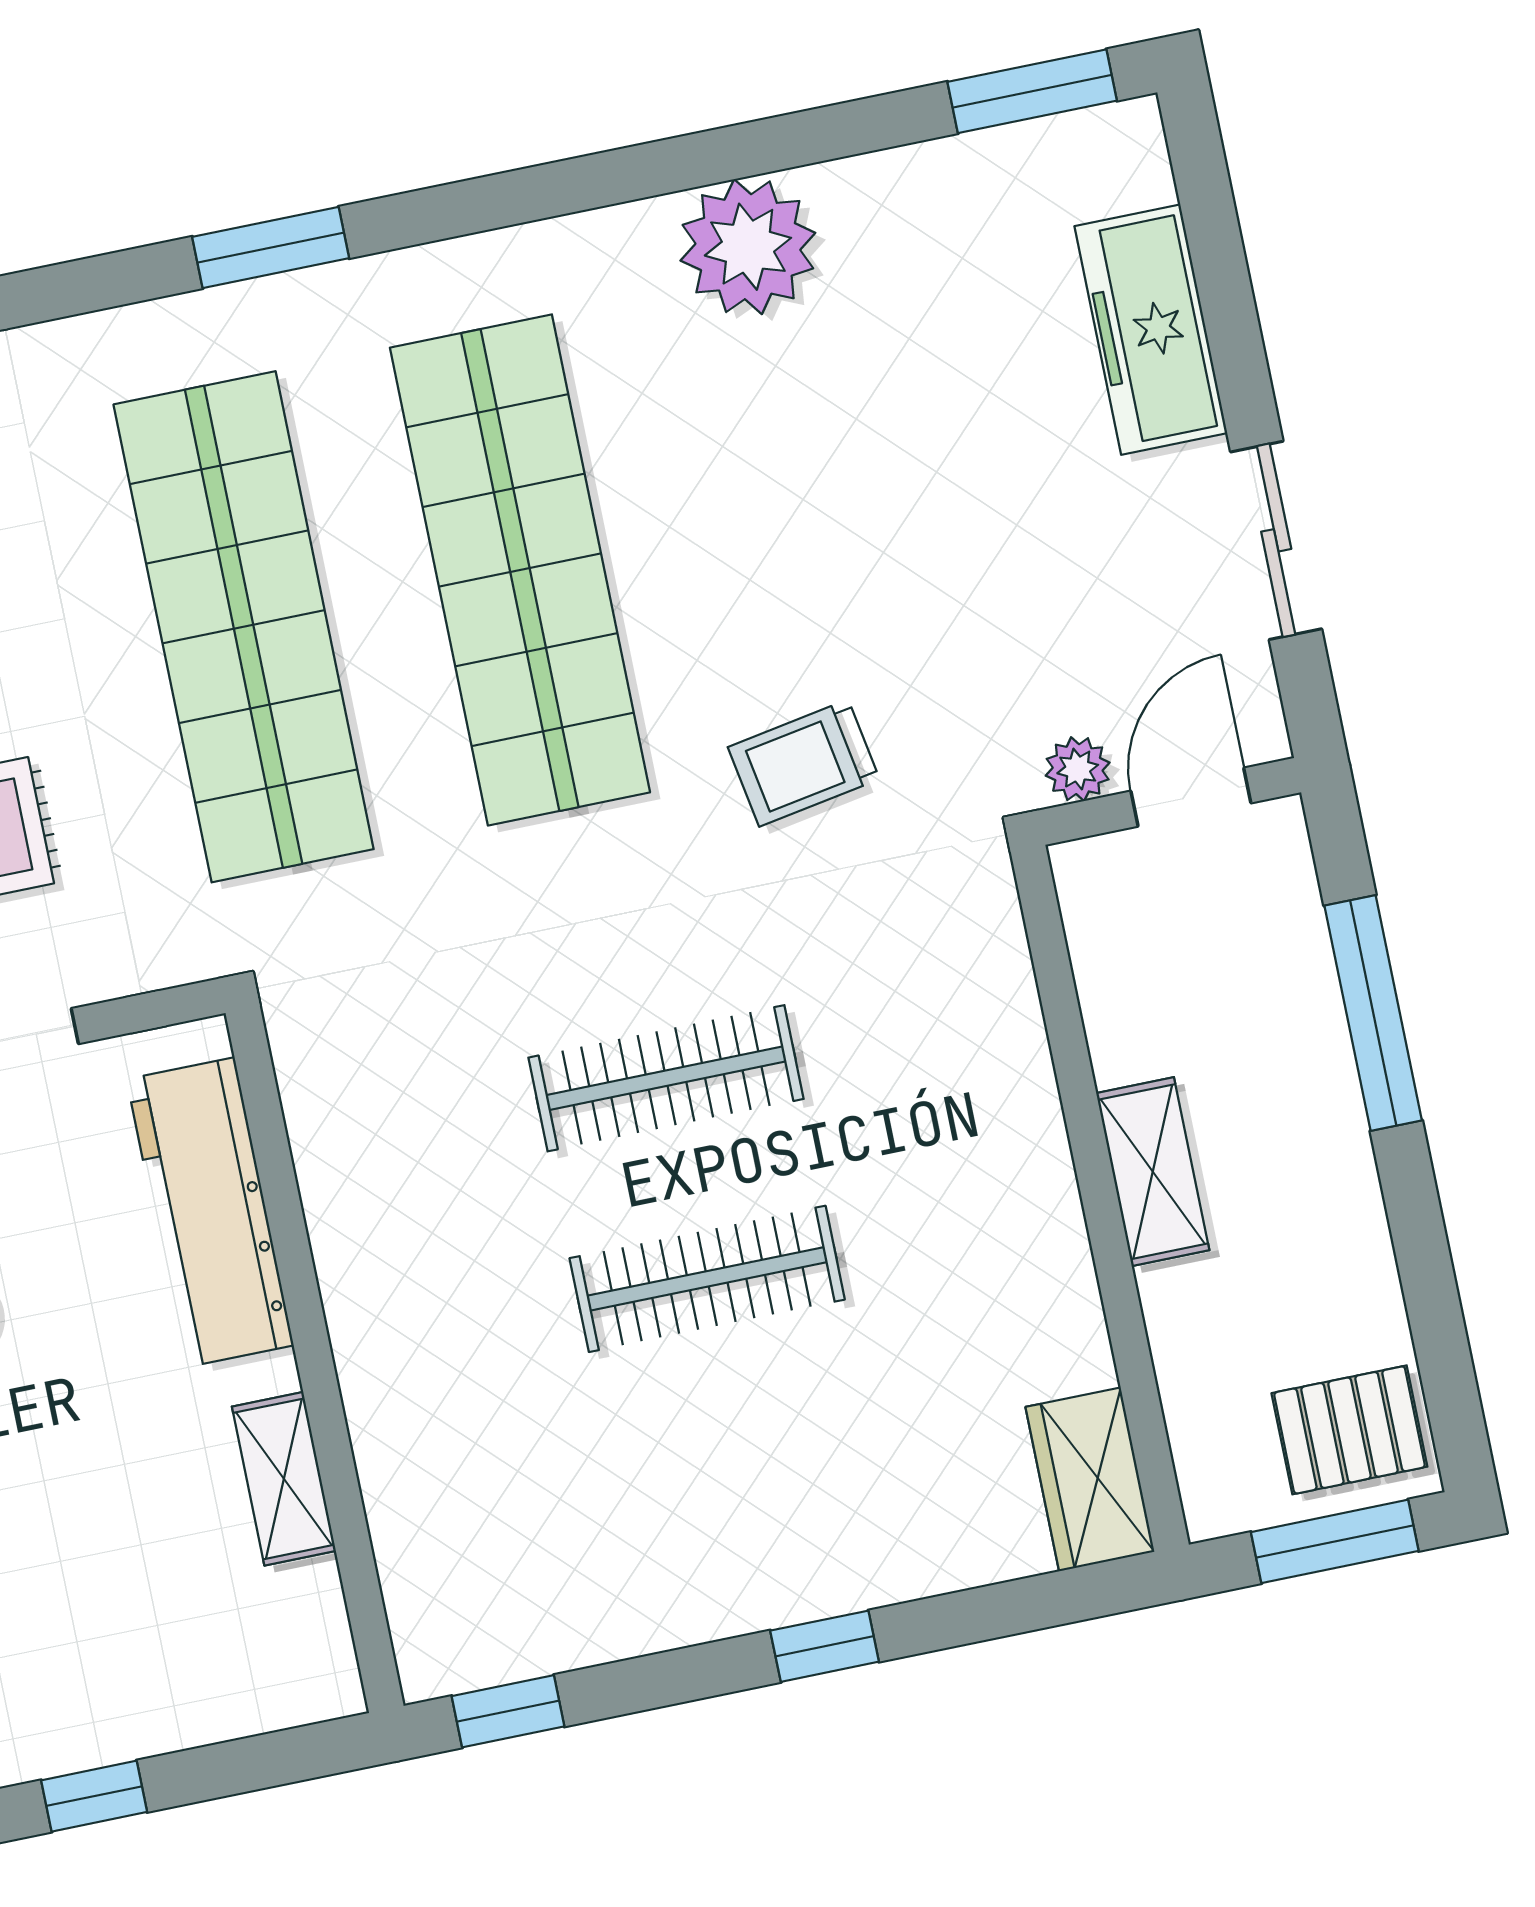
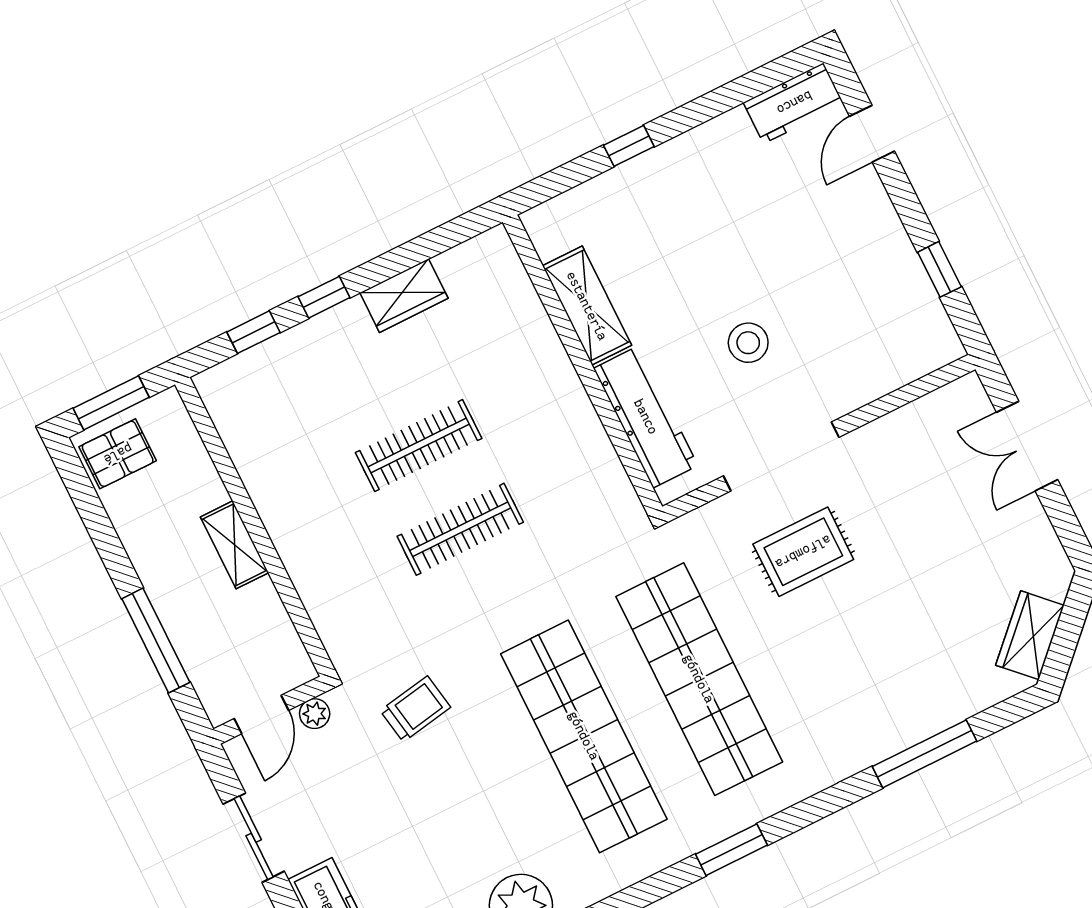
trolley: (804, 763) -> (415, 709), moved
shelving: (284, 1479) -> (587, 306), width x1.50, depth x1.33
wardrobe: (1090, 1479) -> (404, 296), moved, turned 90
window: (508, 1711) -> (253, 332), moved

